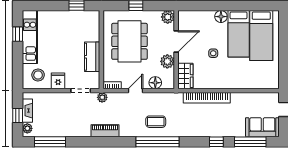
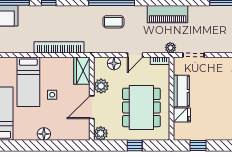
bed: (239, 34) -> (28, 82), moved, turned 180
fridge: (58, 81) -> (182, 115), moved, turned -90
piano: (105, 131) -> (168, 14), width x1.37, depth x1.33

